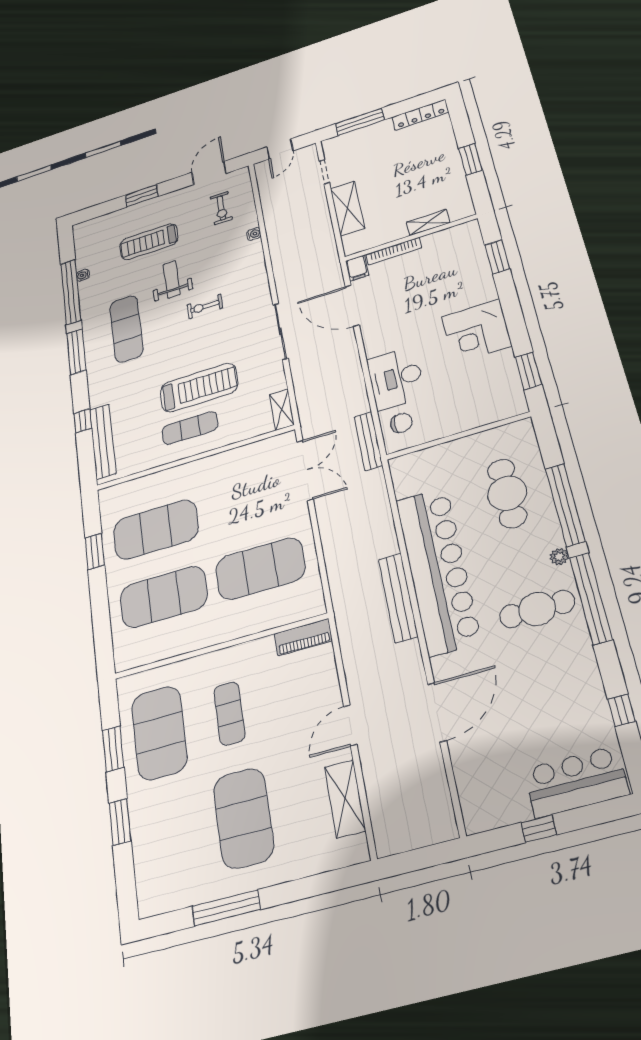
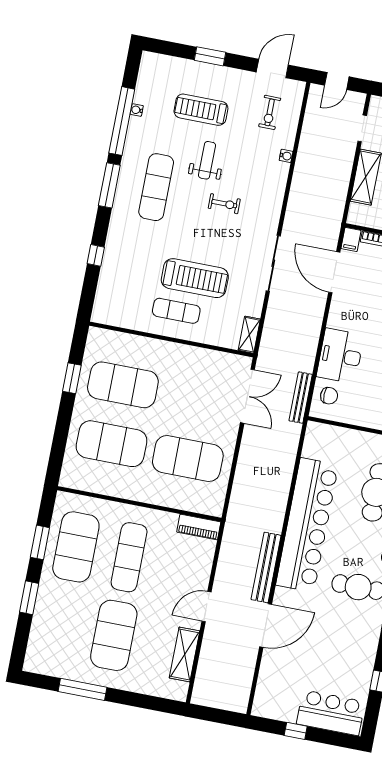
exercise bike: (205, 306) -> (224, 204), turned 180
bench: (103, 441) -> (106, 284), removed
bench: (398, 598) -> (266, 567), moved
exercise mat: (229, 713) -> (129, 557), width x1.36, depth x1.45

